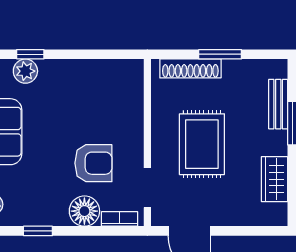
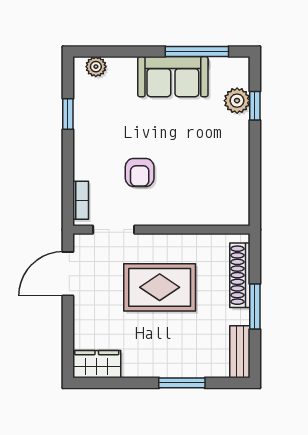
bench: (278, 104) -> (240, 352), moved, turned 90
armchair: (93, 163) -> (140, 173), width x0.72, depth x0.72
wardrobe: (275, 179) -> (97, 364), moved
floor lamp: (84, 211) -> (89, 163), removed

